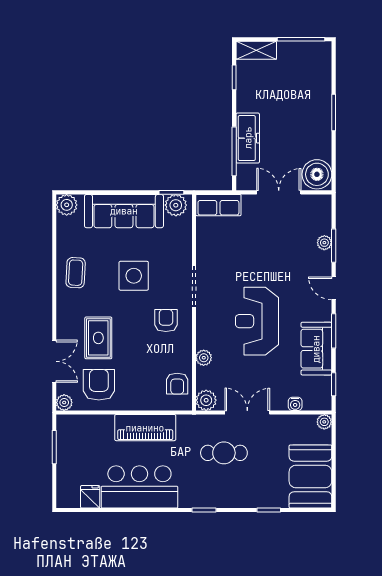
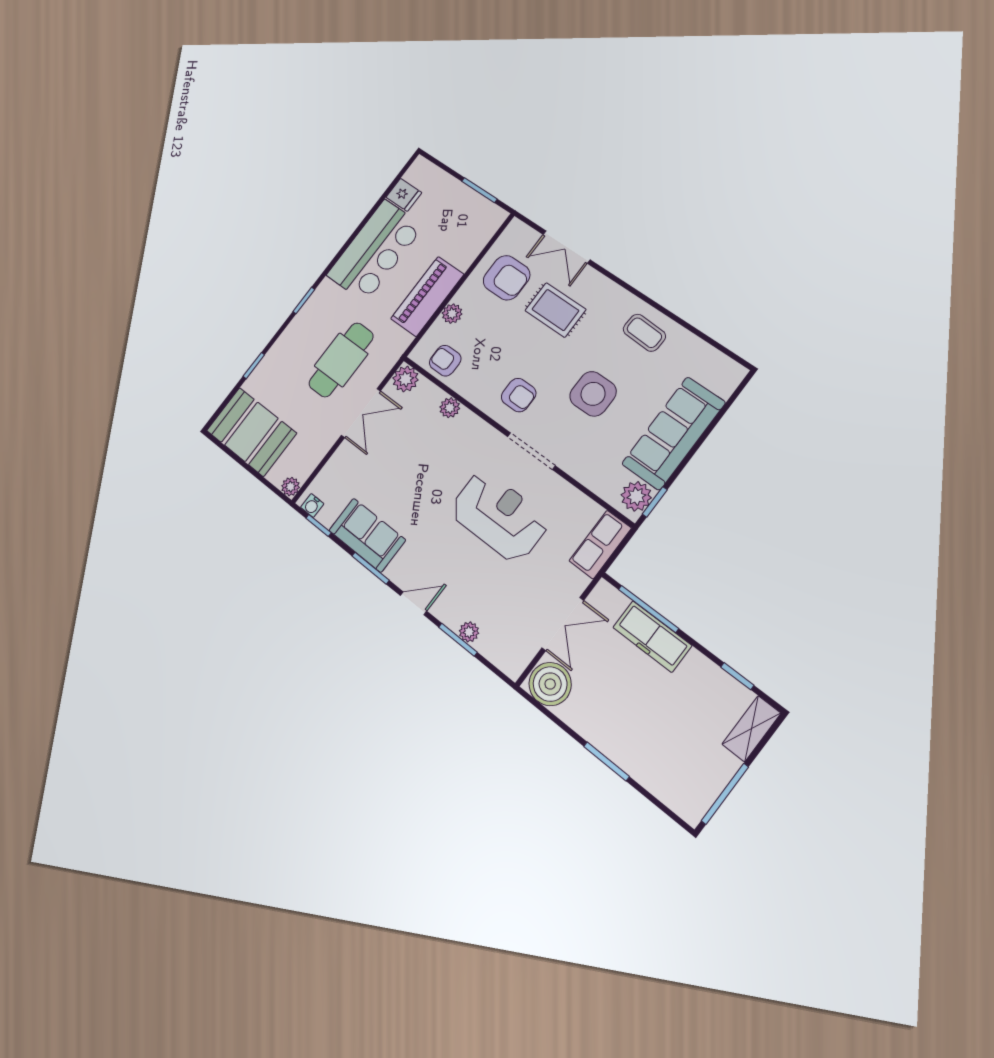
plant: (67, 205) -> (729, 374), removed
reception desk: (257, 321) -> (499, 516), moved
plant: (64, 403) -> (452, 314), moved
water cooler: (295, 404) -> (312, 505), moved, turned -90
cafe table: (224, 453) -> (341, 360), width x1.37, depth x1.35

